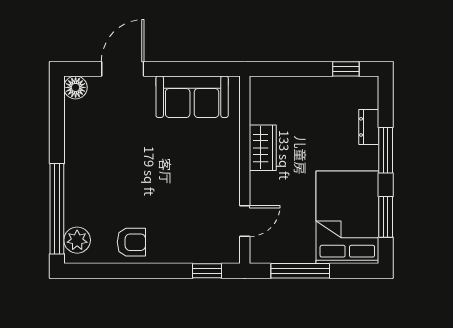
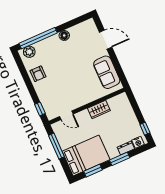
floor lamp: (76, 87) -> (64, 35), moved
nightstand: (368, 96) -> (138, 142), added

